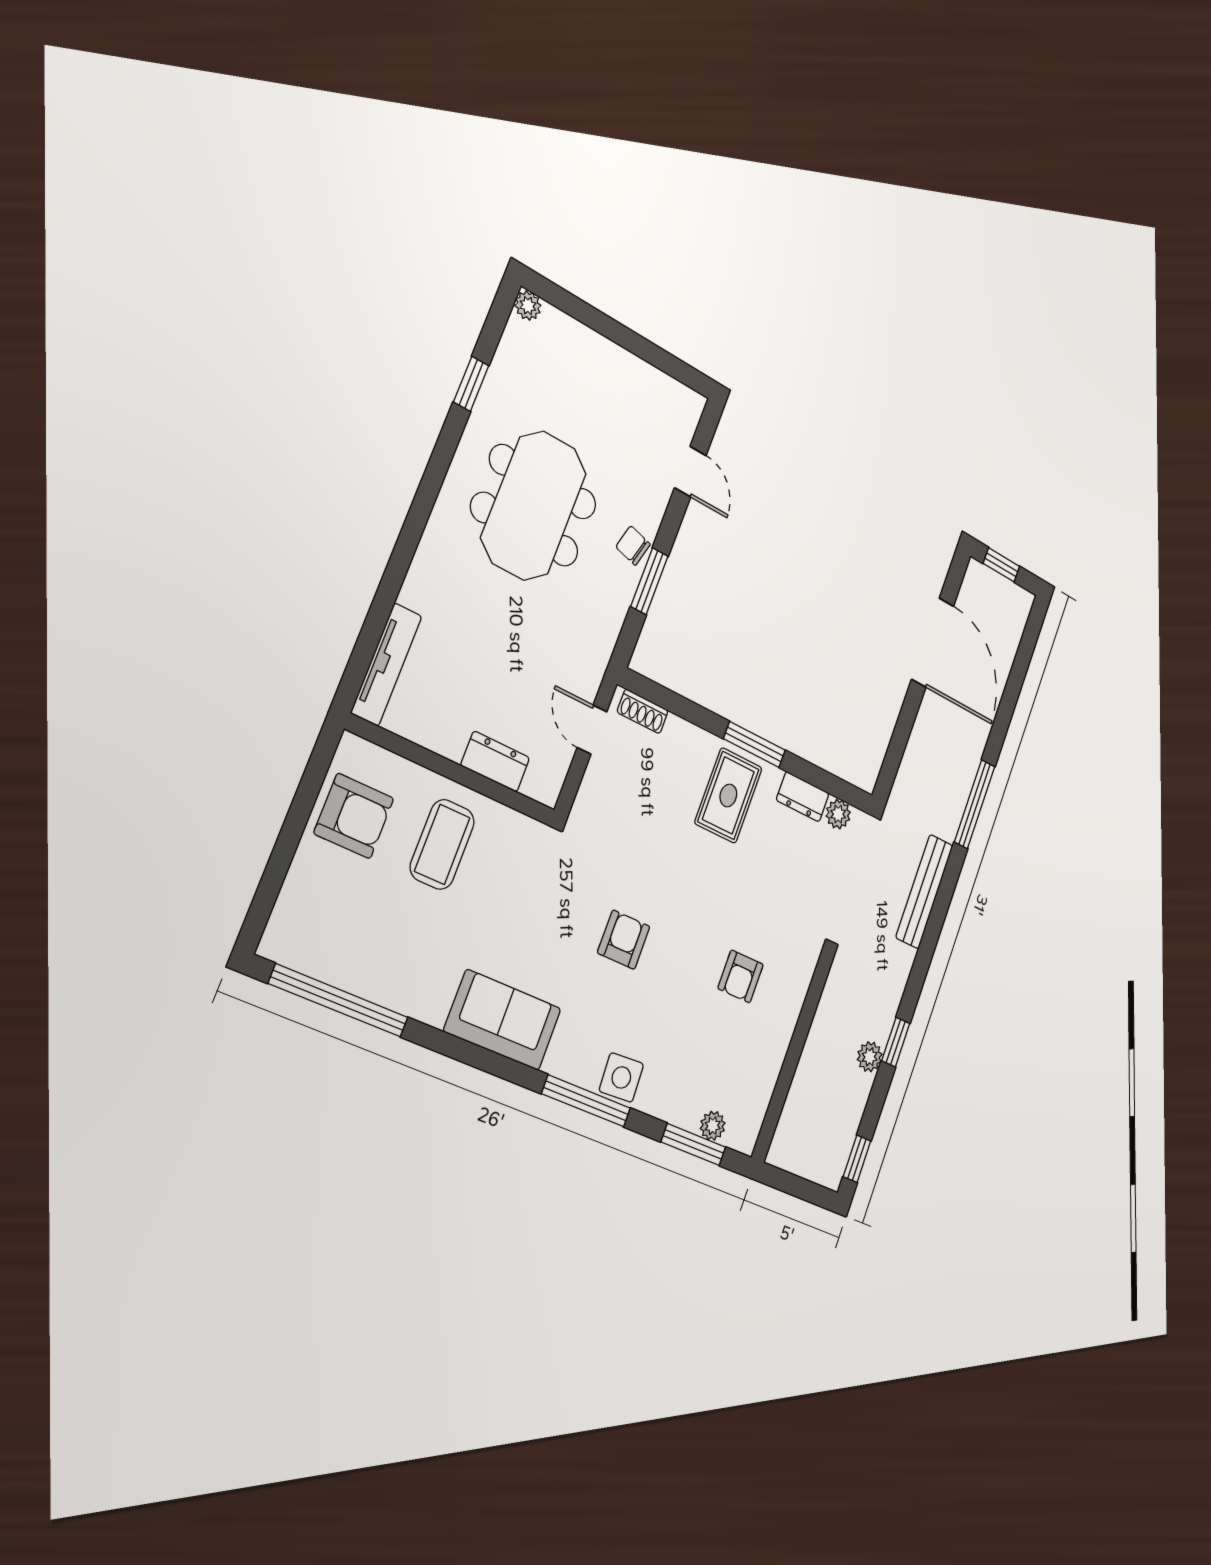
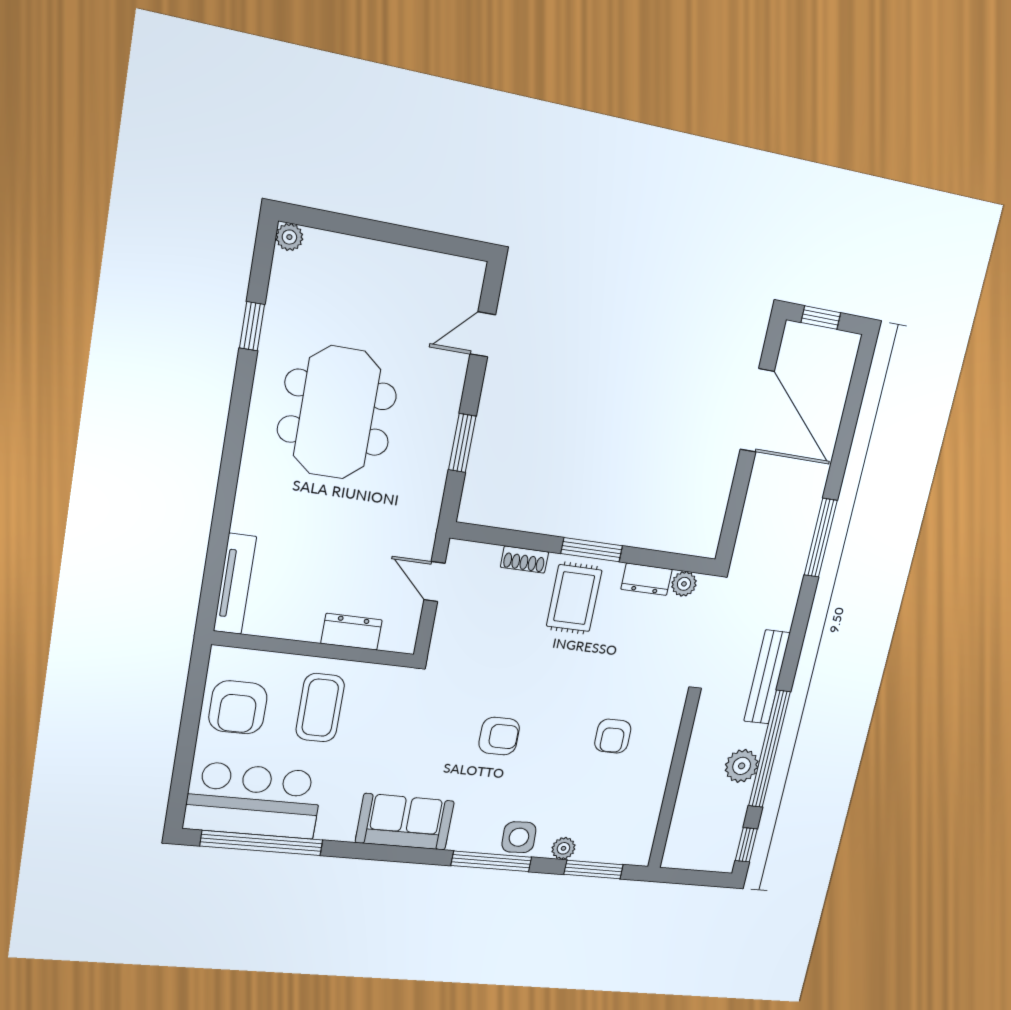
door: (690, 472) -> (483, 334), swing flipped
chair: (633, 545) -> (440, 417), removed
shoe rack: (643, 711) -> (524, 560), moved
armchair: (354, 816) -> (238, 707), turned 90
bench: (924, 891) -> (767, 677), moved
armchair: (624, 940) -> (499, 736), turned 90
bar counter: (343, 941) -> (254, 801), added
window: (896, 1042) -> (769, 749), width x3.17
plant: (870, 1057) -> (742, 766), width x1.38, depth x1.38
plant: (713, 1126) -> (563, 848), moved

